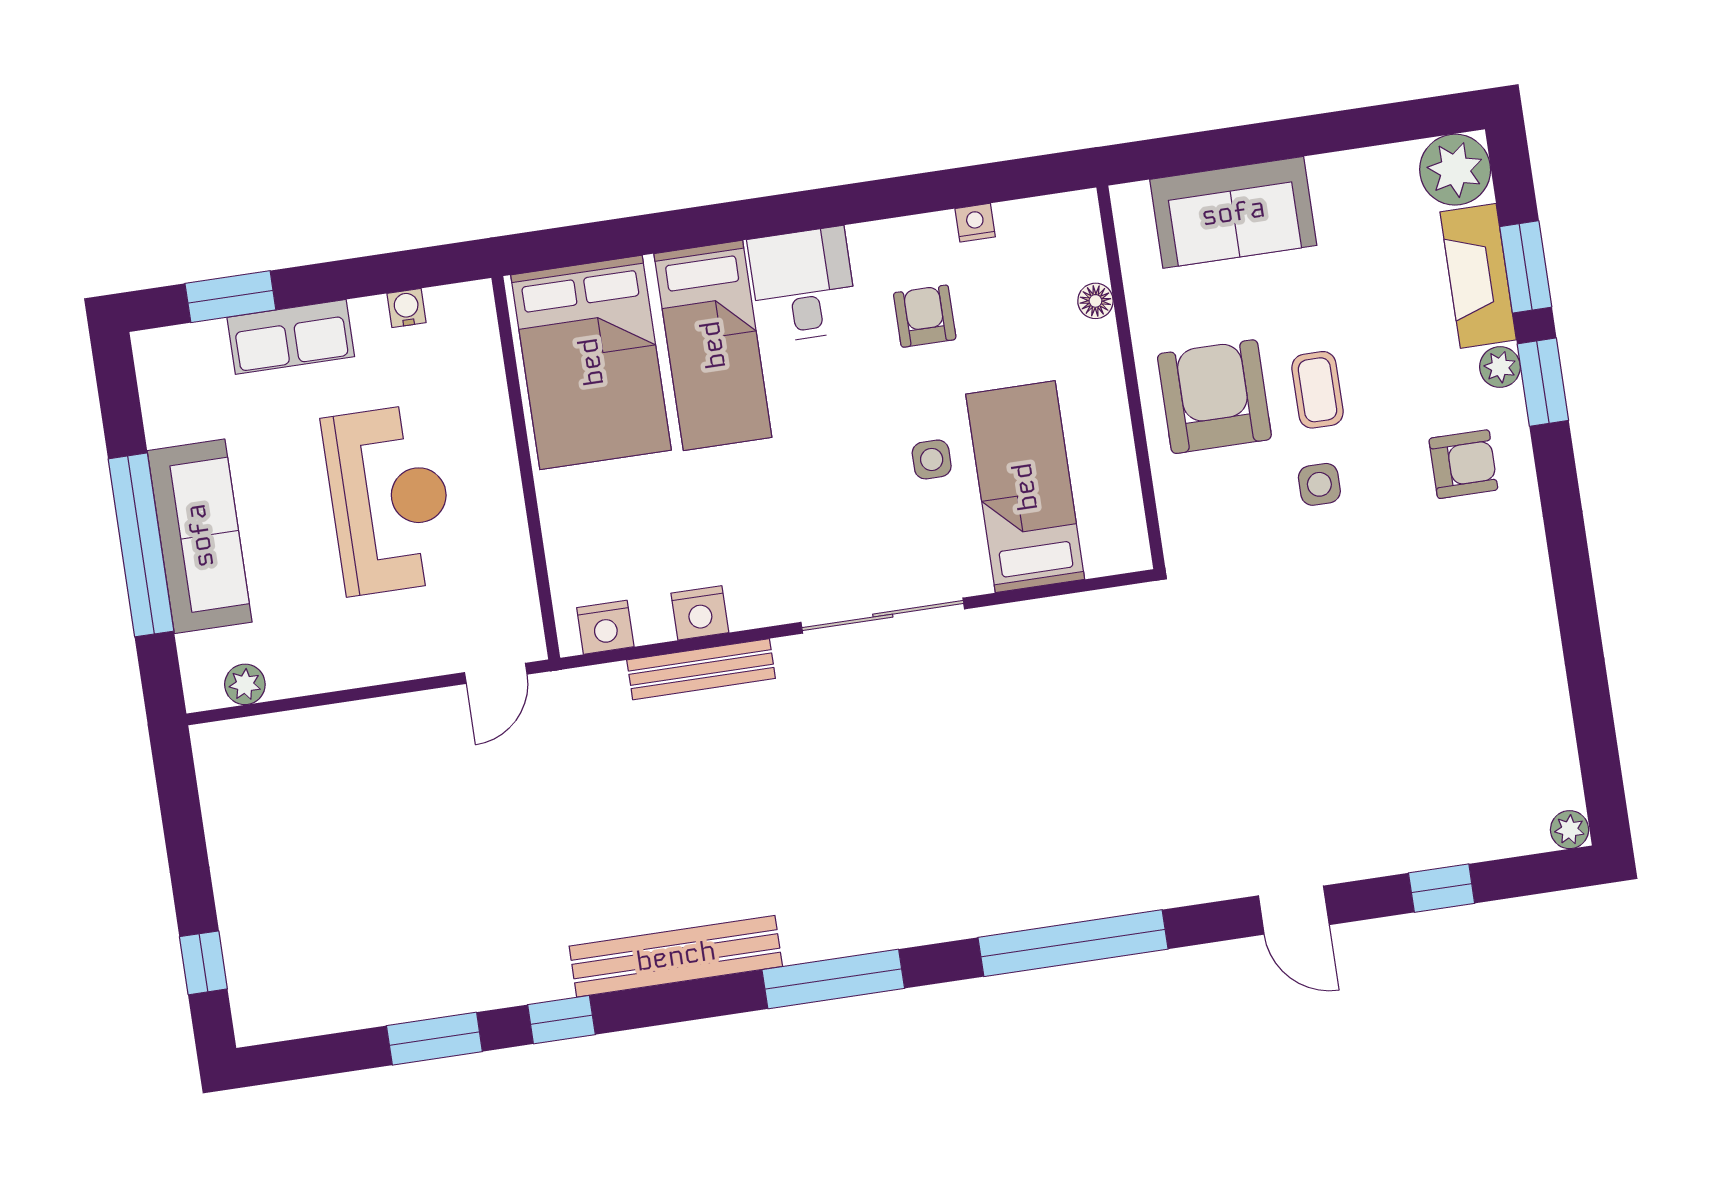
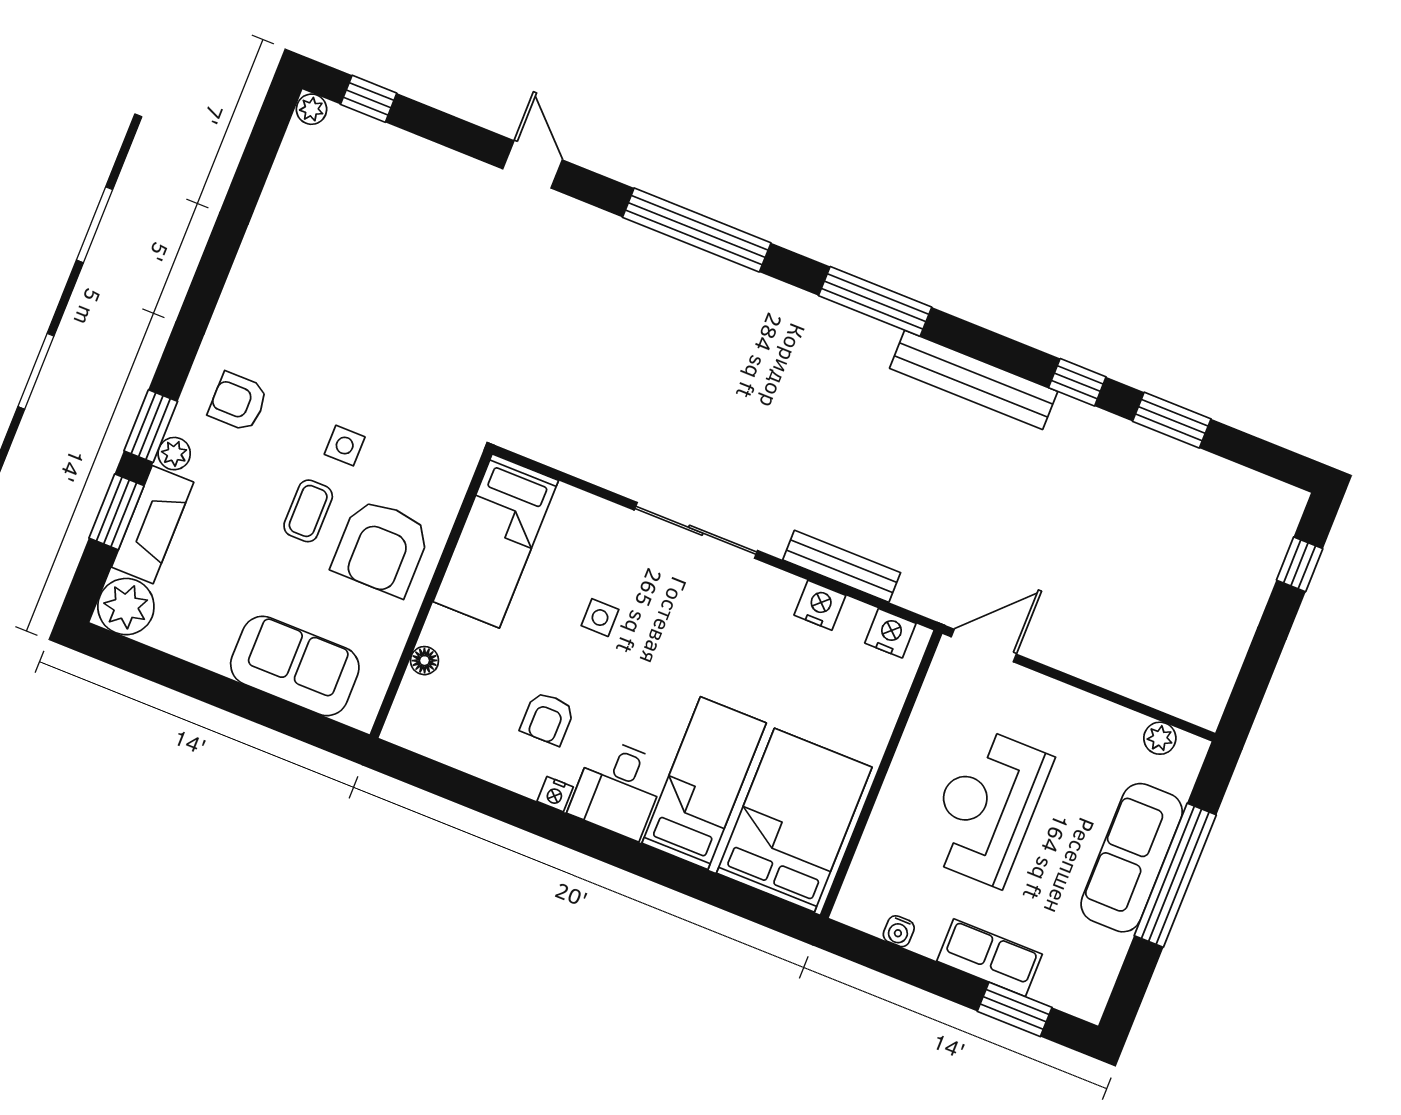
nightstand: (975, 223) -> (555, 794), moved
bed: (1025, 487) -> (496, 541), moved
door: (496, 673) -> (984, 645), width x1.38
window: (1442, 888) -> (369, 99), moved

